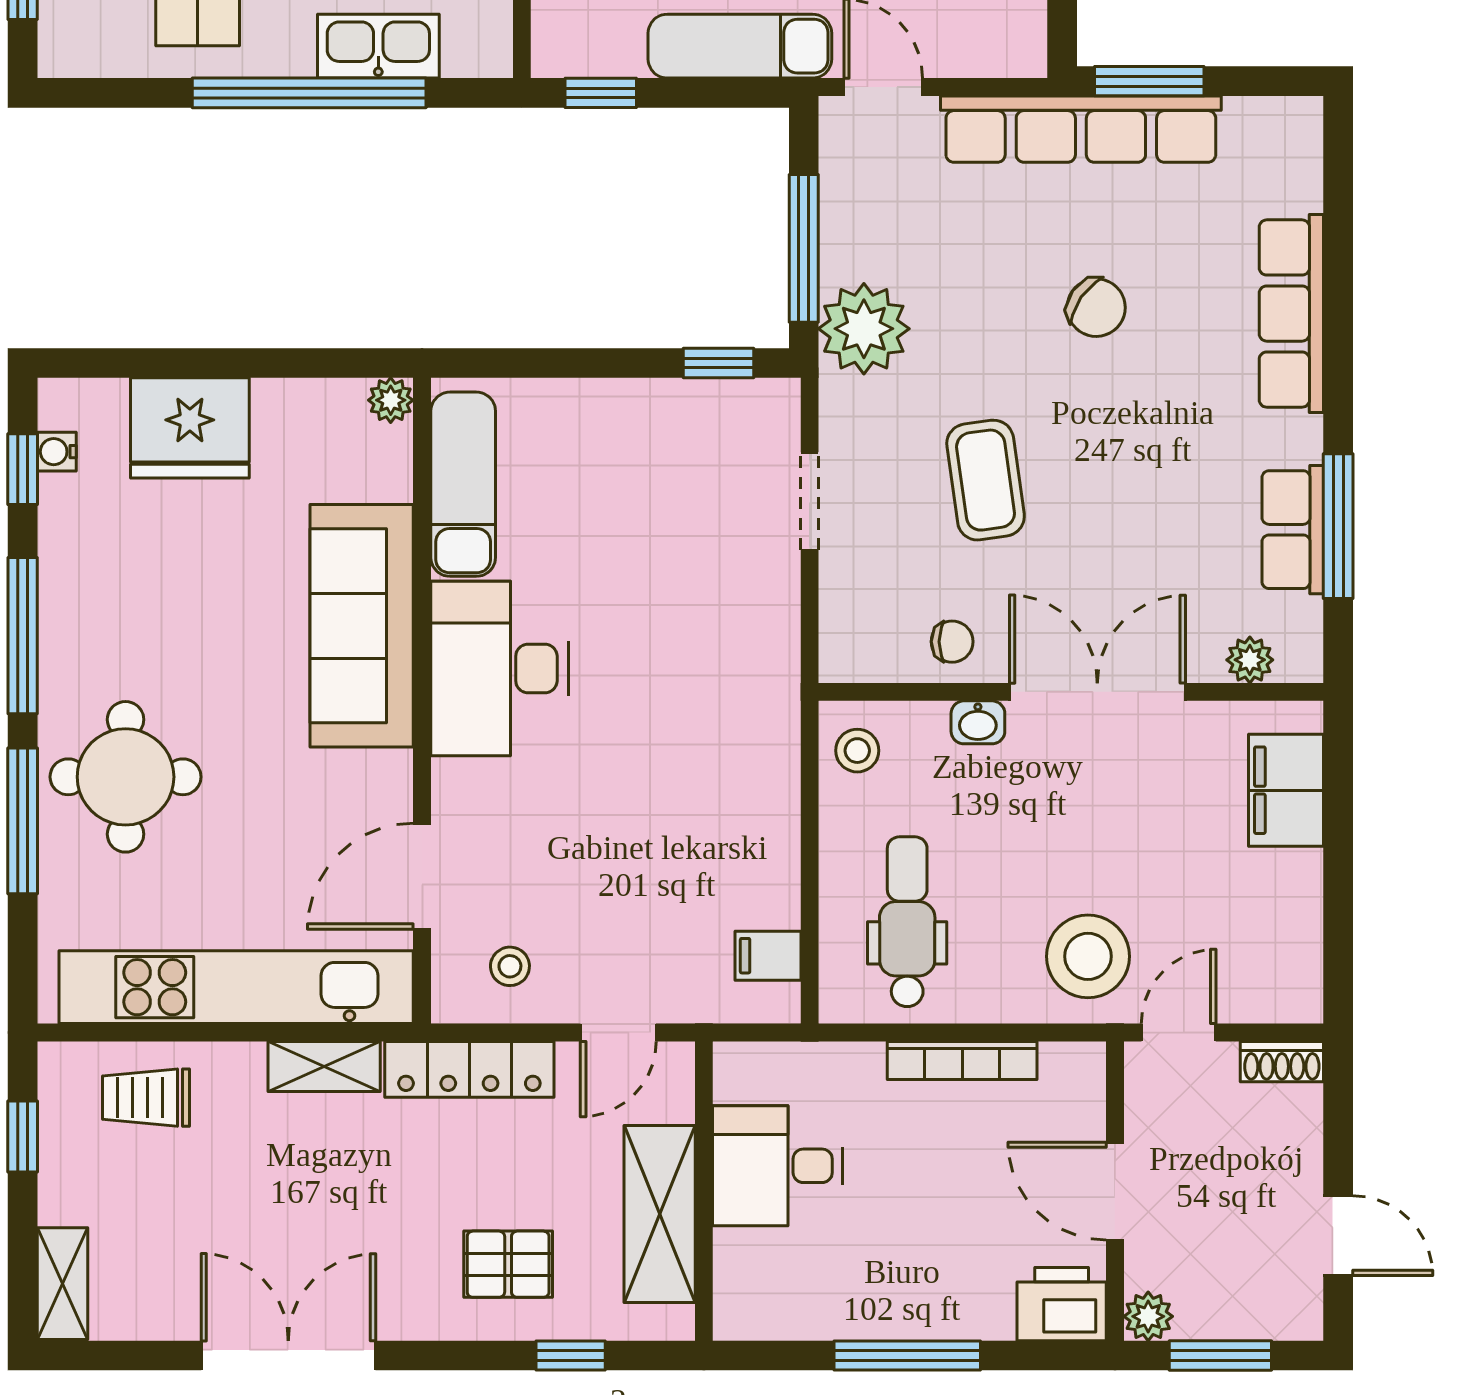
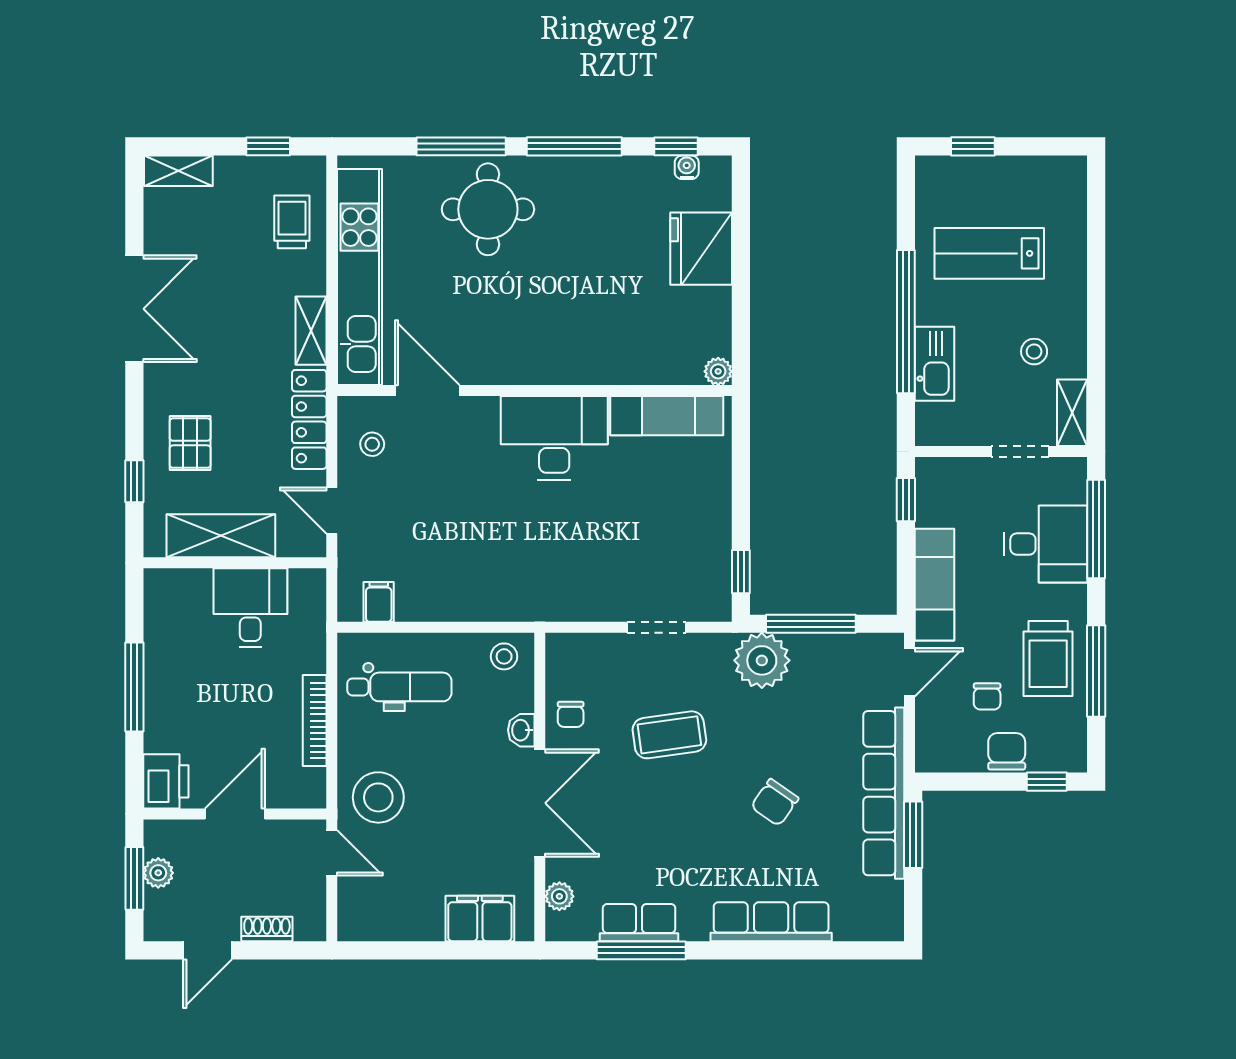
sofa: (362, 626) -> (580, 354), removed
shoe rack: (1282, 1062) -> (267, 929), moved, turned 90
plant: (1148, 1316) -> (158, 873), moved

